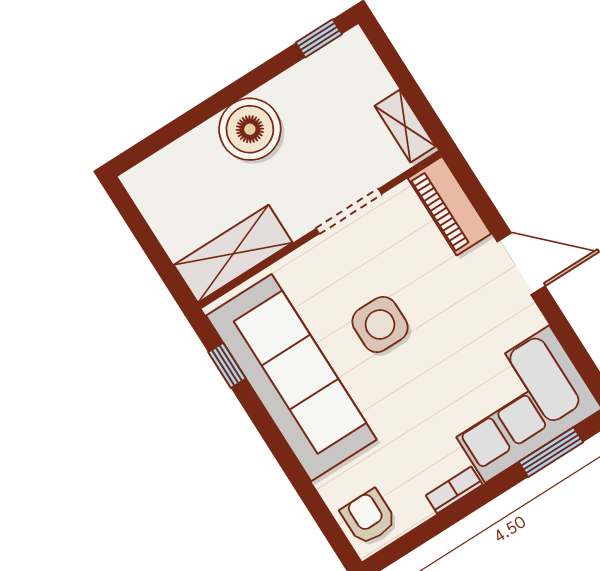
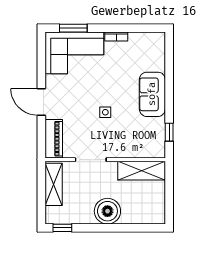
shelving: (405, 126) -> (54, 184), width x1.50, depth x1.33
side table: (380, 324) -> (105, 112), width x0.54, depth x0.54
sofa: (291, 378) -> (152, 94), width x0.54, depth x0.79
armchair: (369, 517) -> (153, 46), removed

